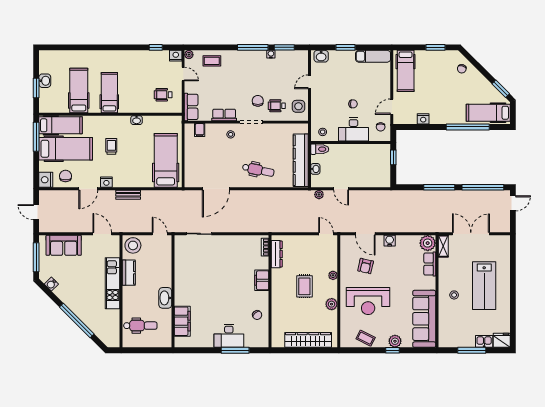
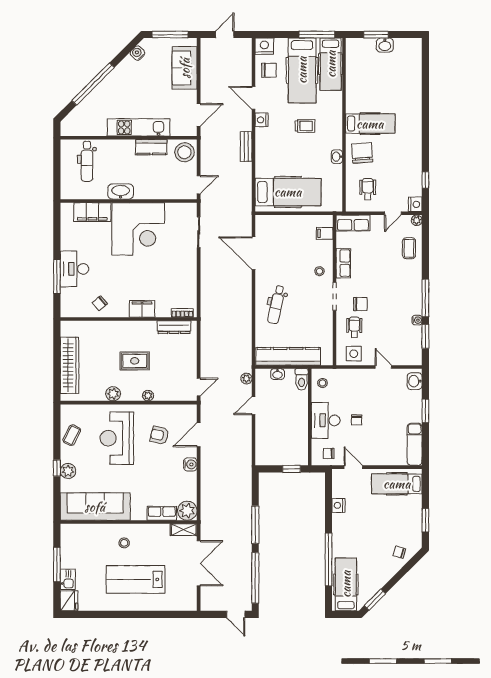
hospital bed: (79, 91) -> (373, 86), removed
chair: (133, 99) -> (362, 153), added
corner desk: (196, 283) -> (138, 229), added

